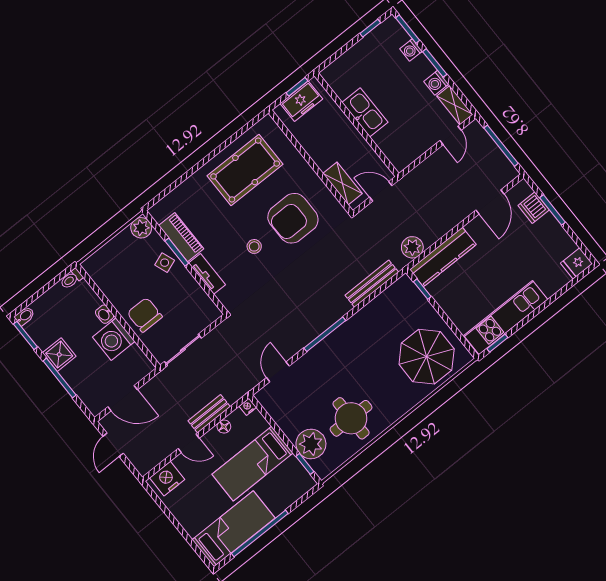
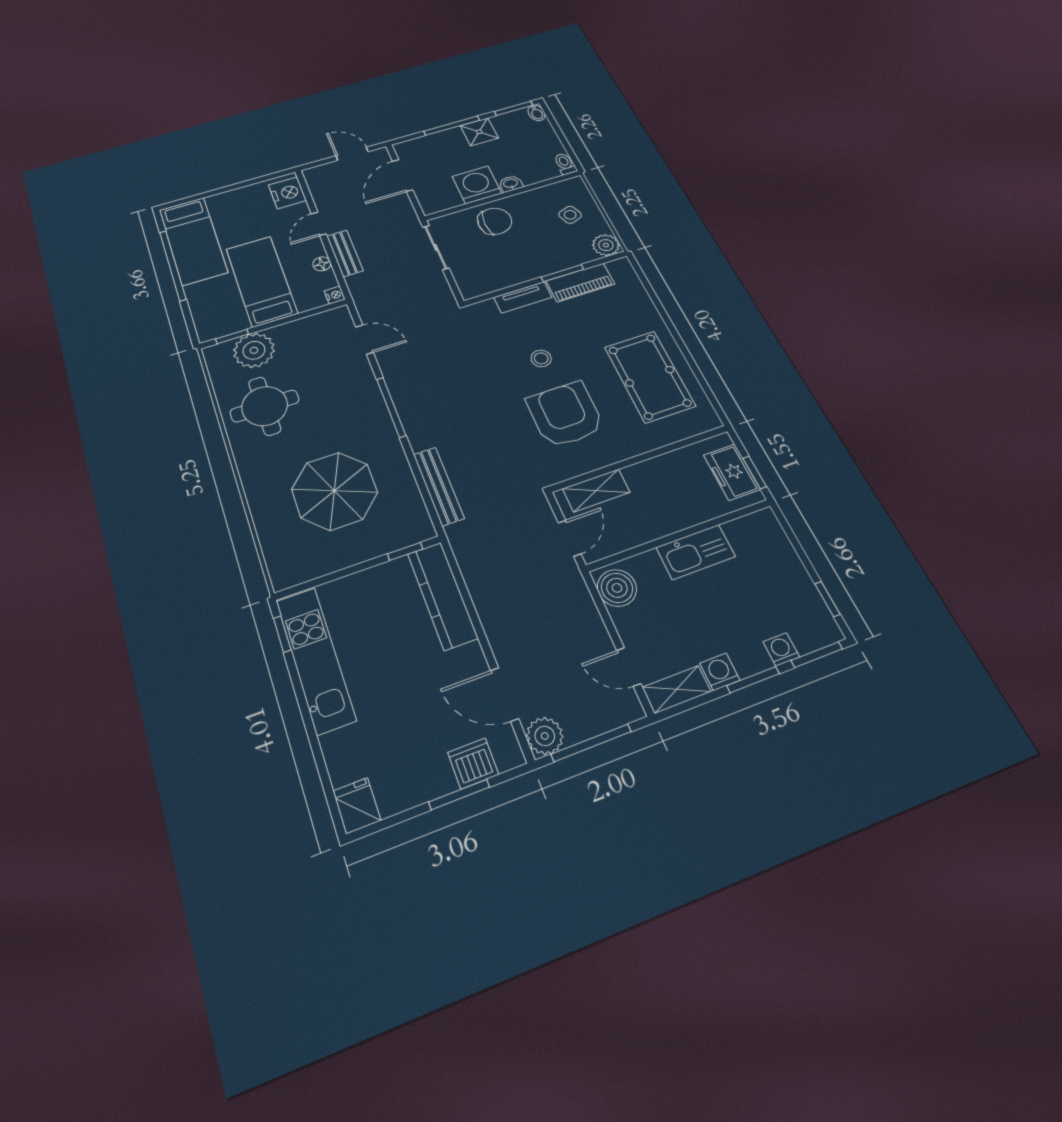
boiler: (404, 154) -> (617, 588), added
plant: (412, 247) -> (545, 736), moved
side table: (165, 263) -> (570, 215), moved
parasol: (427, 357) -> (335, 491), moved

